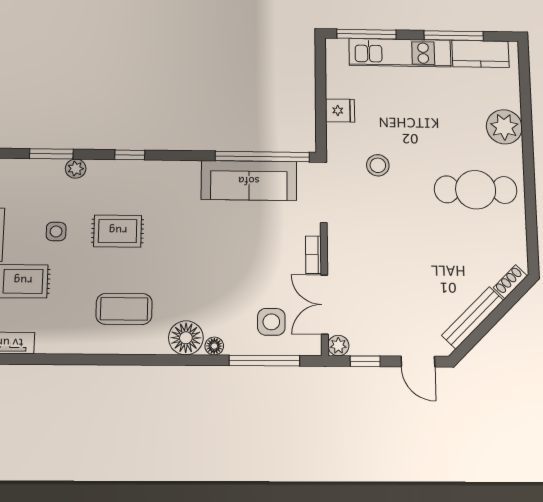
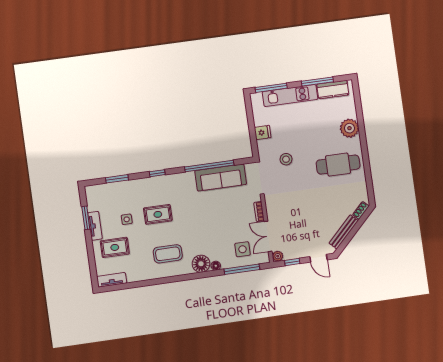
window: (262, 157) -> (209, 166), moved
plant: (76, 169) -> (131, 185), removed

